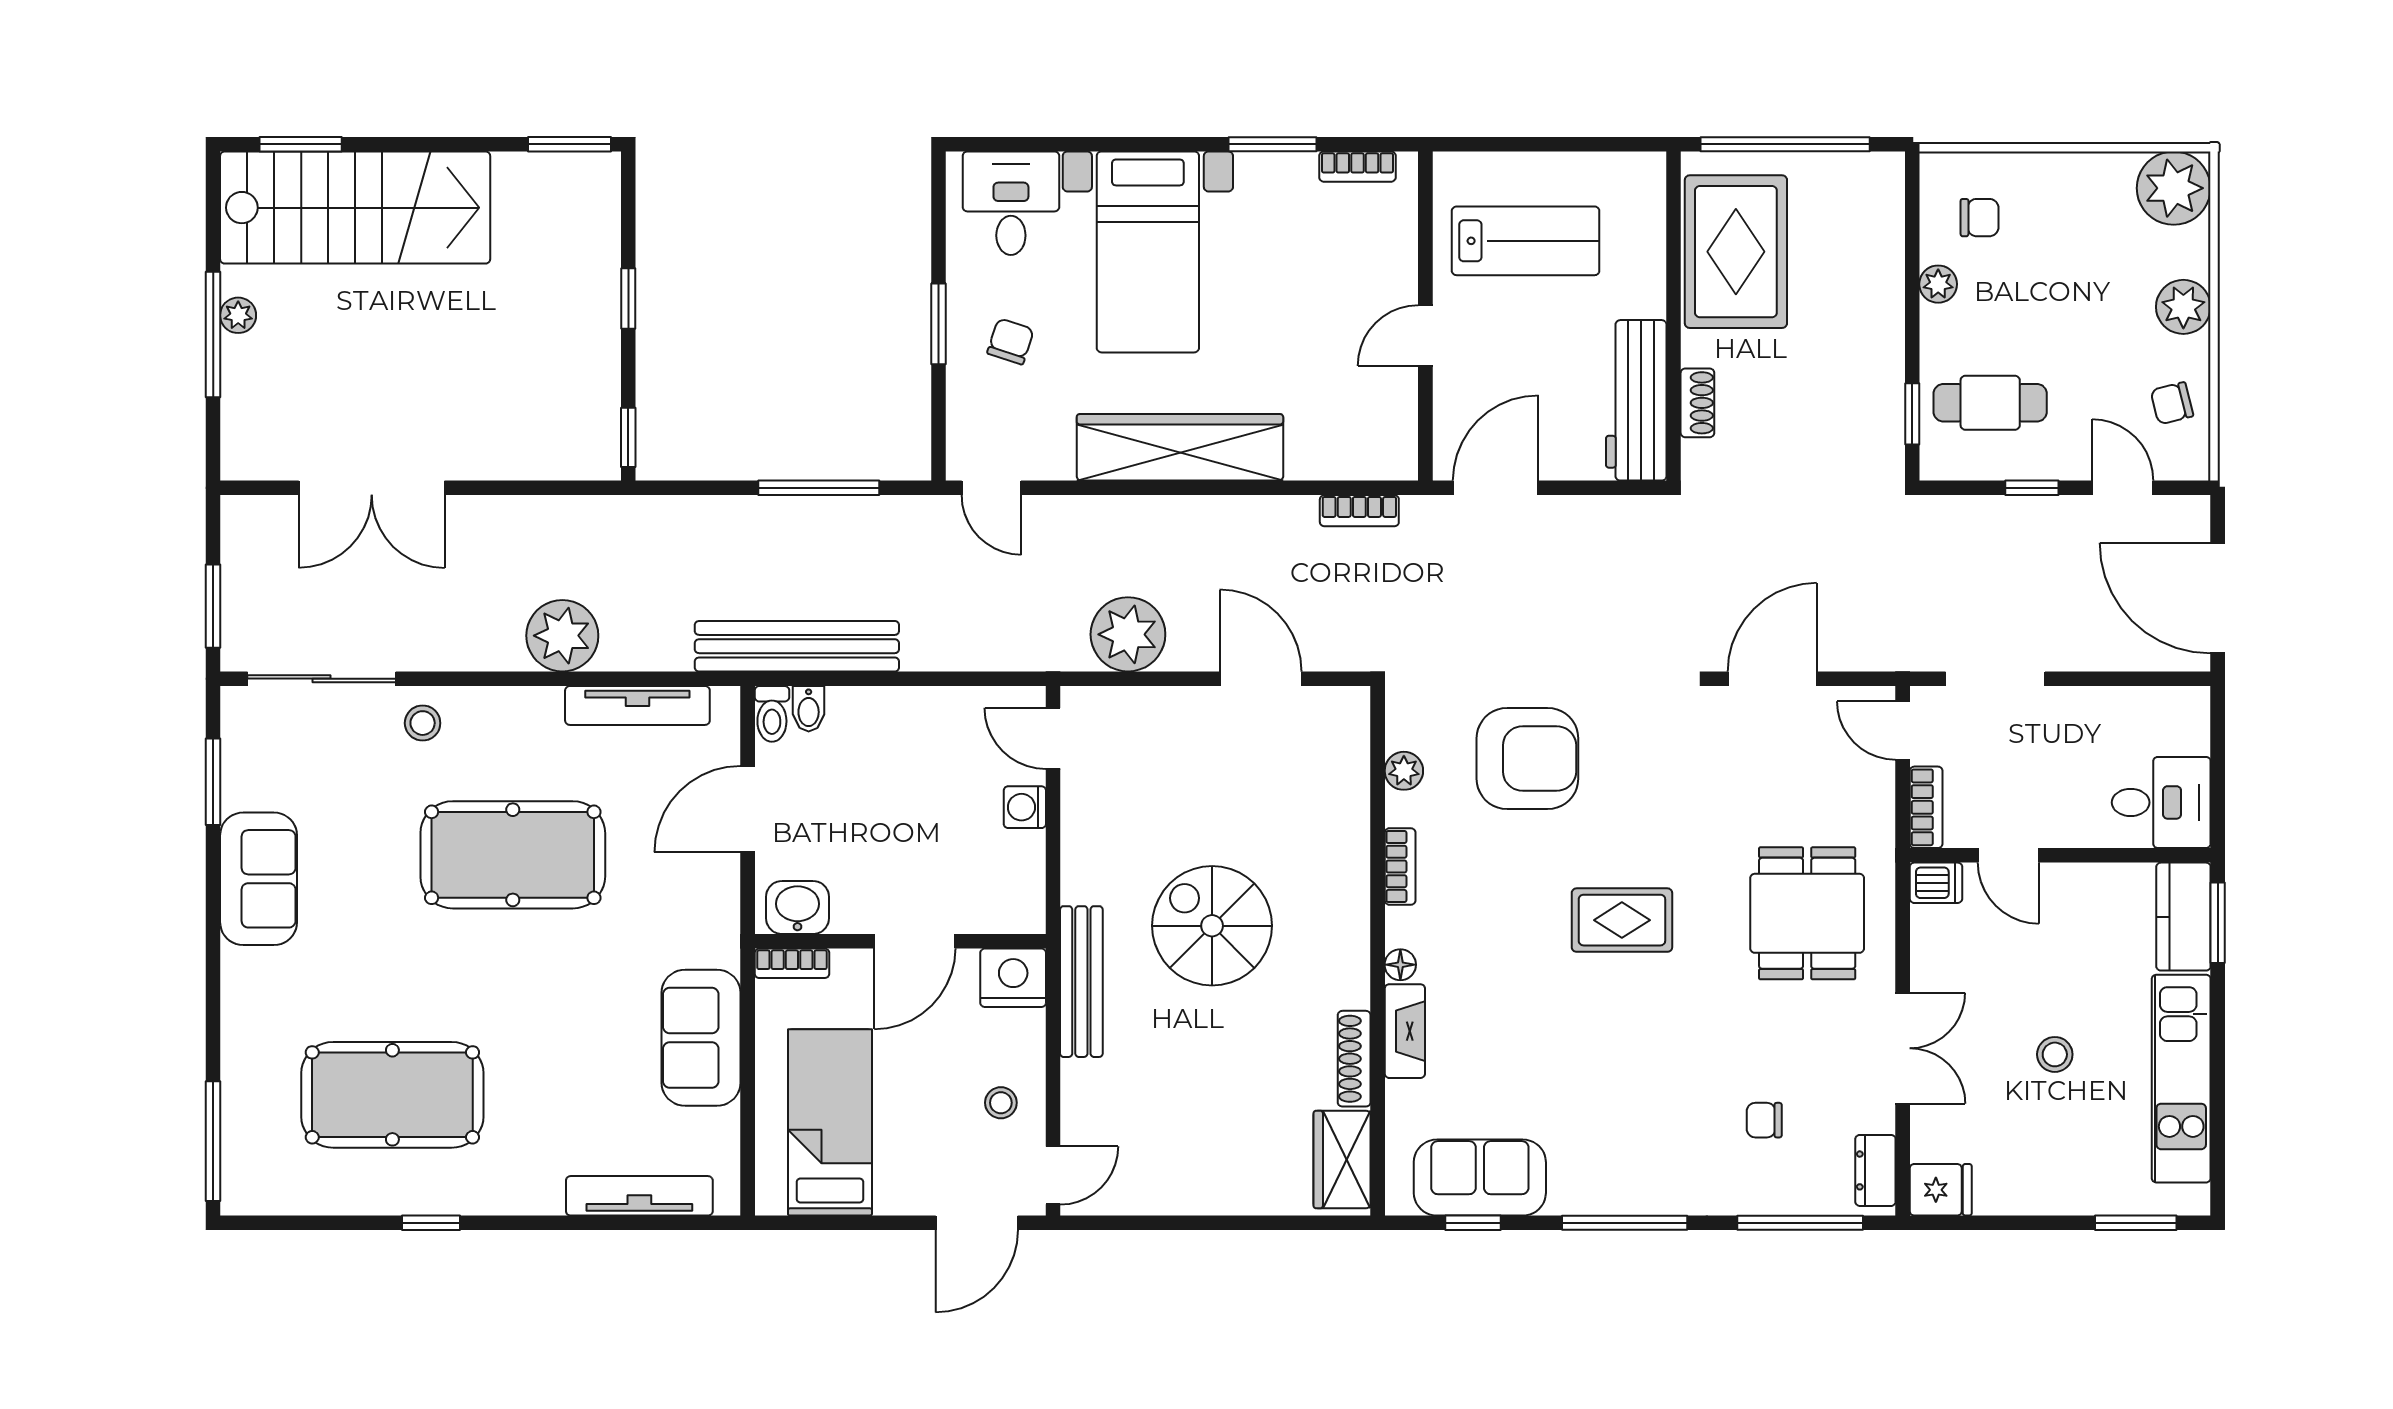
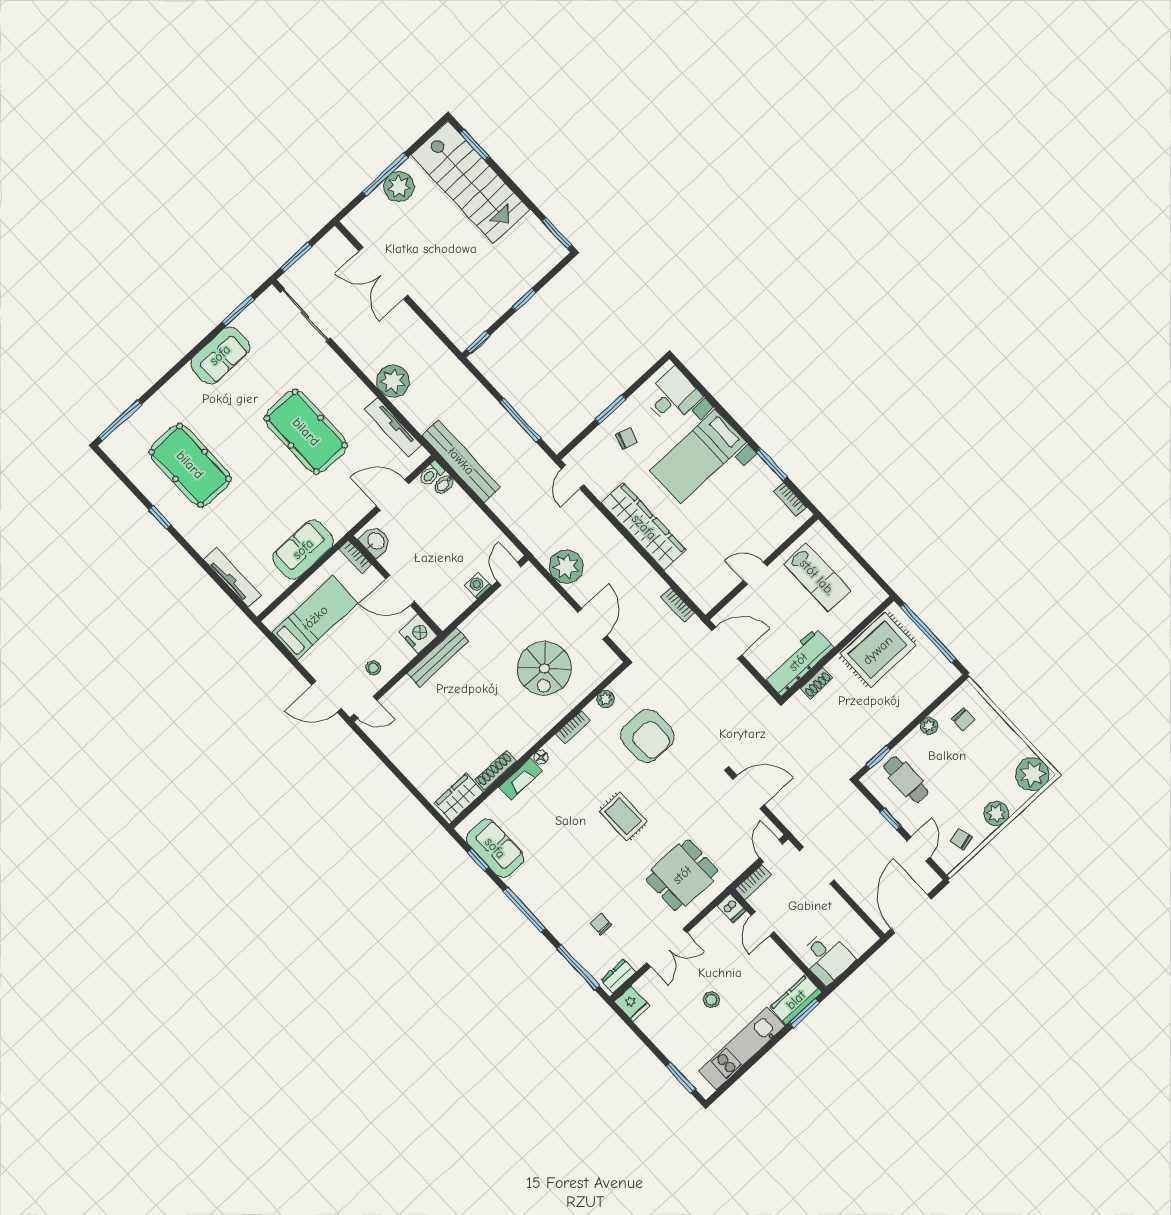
plant: (238, 315) -> (399, 186), width x1.88, depth x1.88
stool: (423, 723) -> (322, 362), removed
spiral stairs: (1212, 926) -> (544, 668), moved, turned 180

